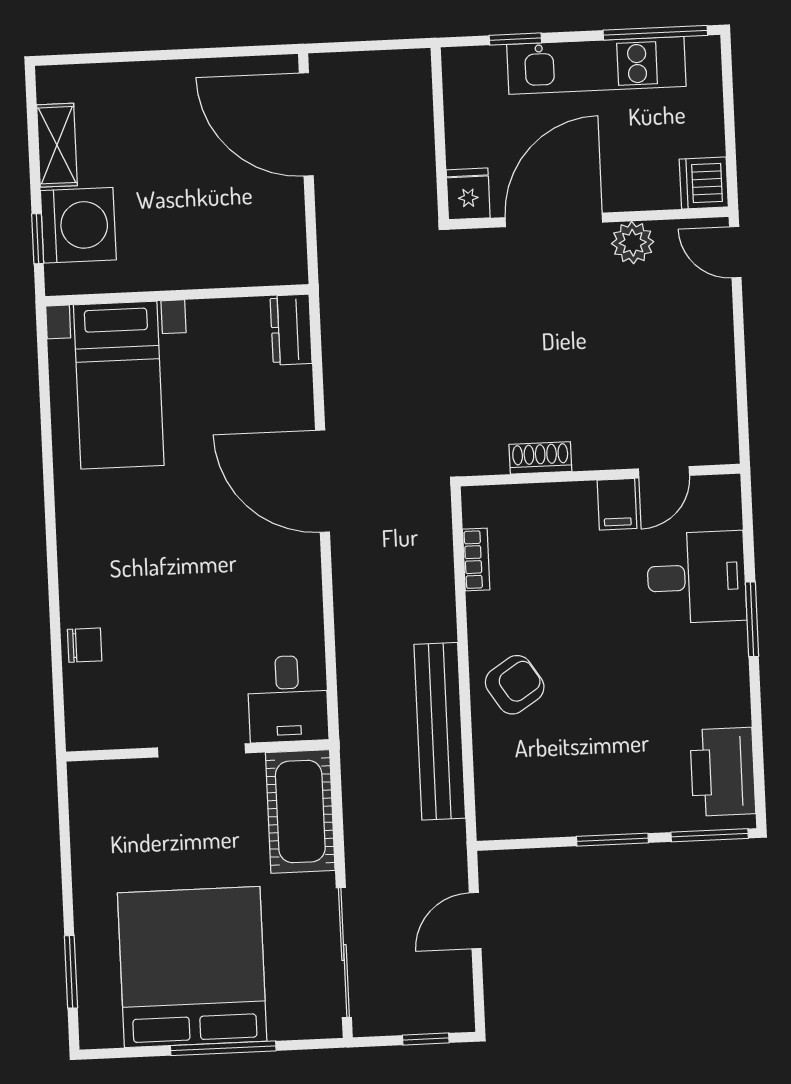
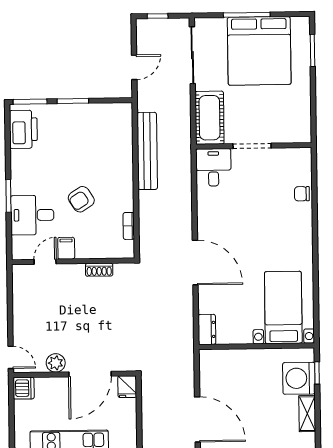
armchair: (515, 685) -> (81, 199), moved

